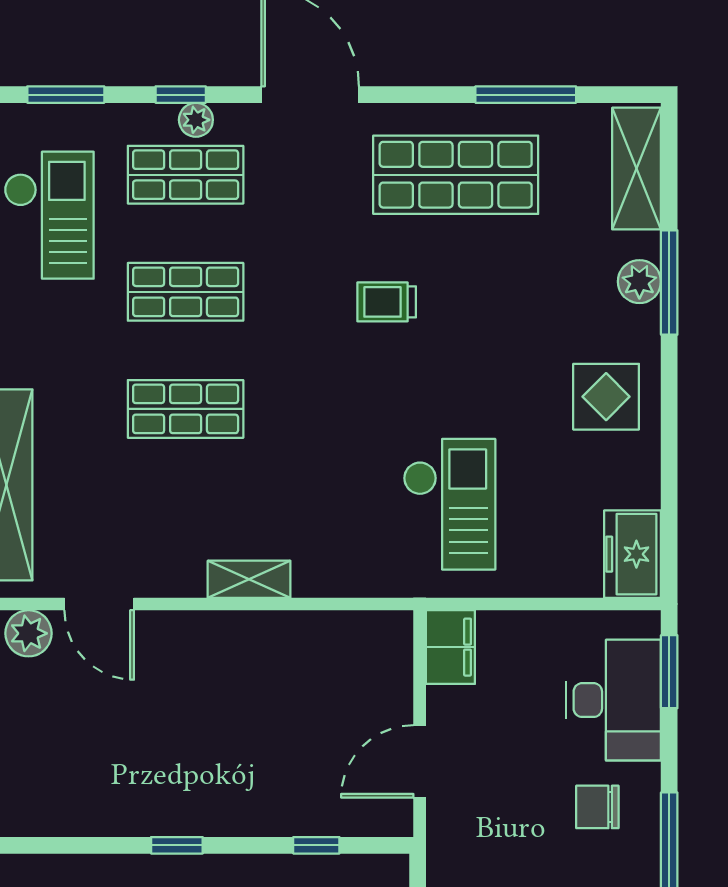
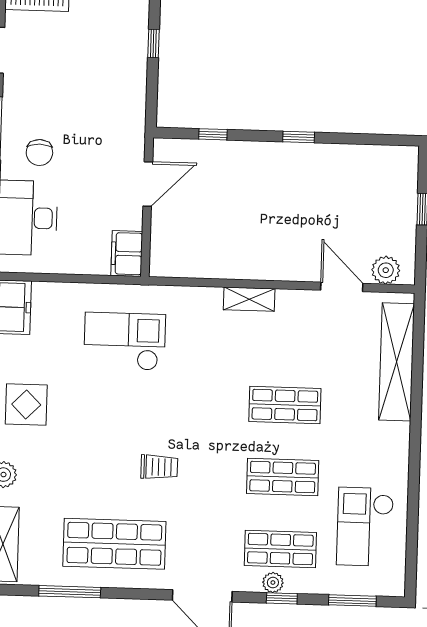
checkout: (449, 504) -> (125, 341), turned 90
chair: (597, 807) -> (39, 153), turned 90

